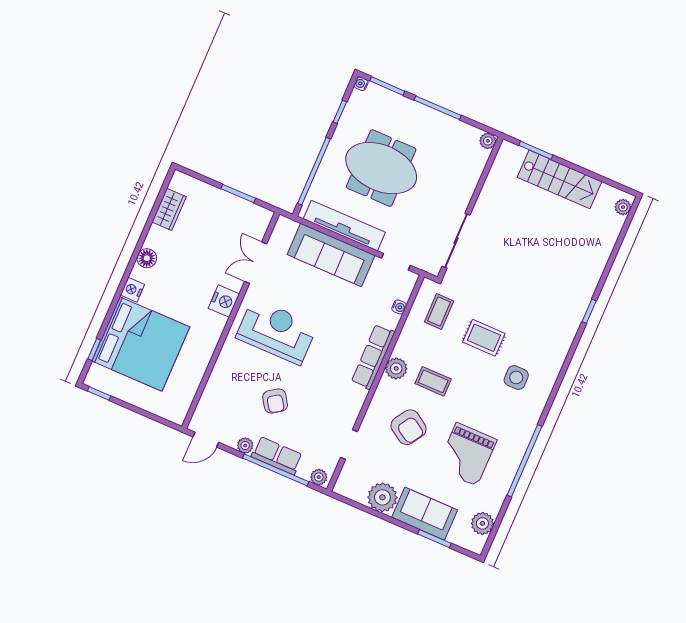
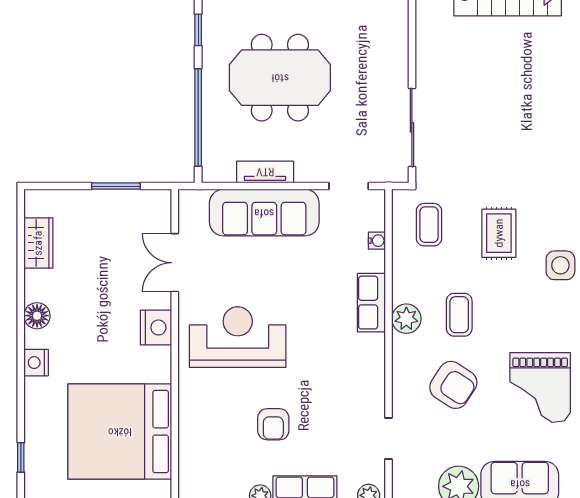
tv unit: (344, 226) -> (265, 172), width x0.52, depth x0.78
rug: (484, 338) -> (499, 233), turned 90
bed: (141, 344) -> (120, 432), moved, turned 180
row of seats: (373, 357) -> (371, 303), width x0.68
coffee table: (433, 381) -> (459, 315), turned 90
armchair: (275, 401) -> (273, 424), turned 34

